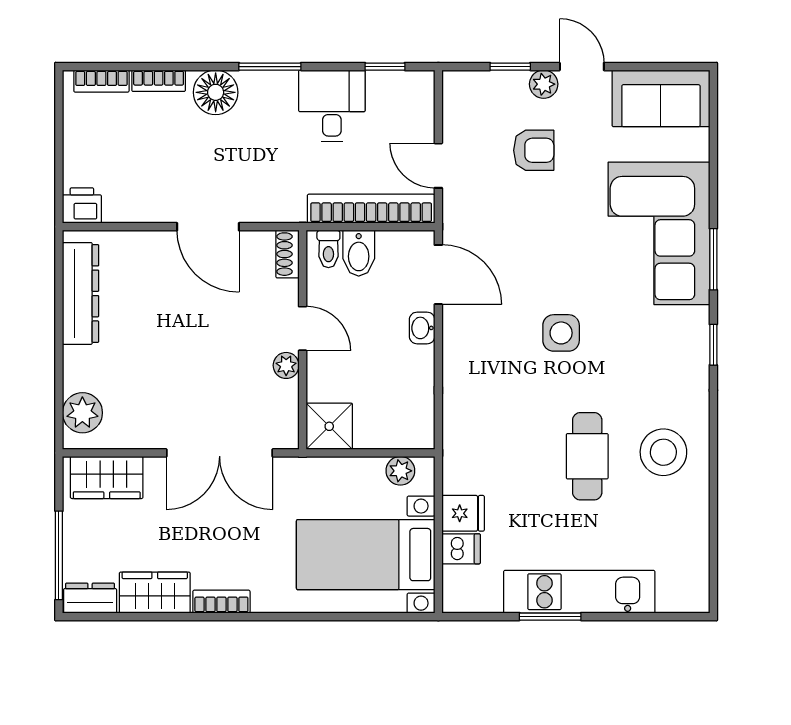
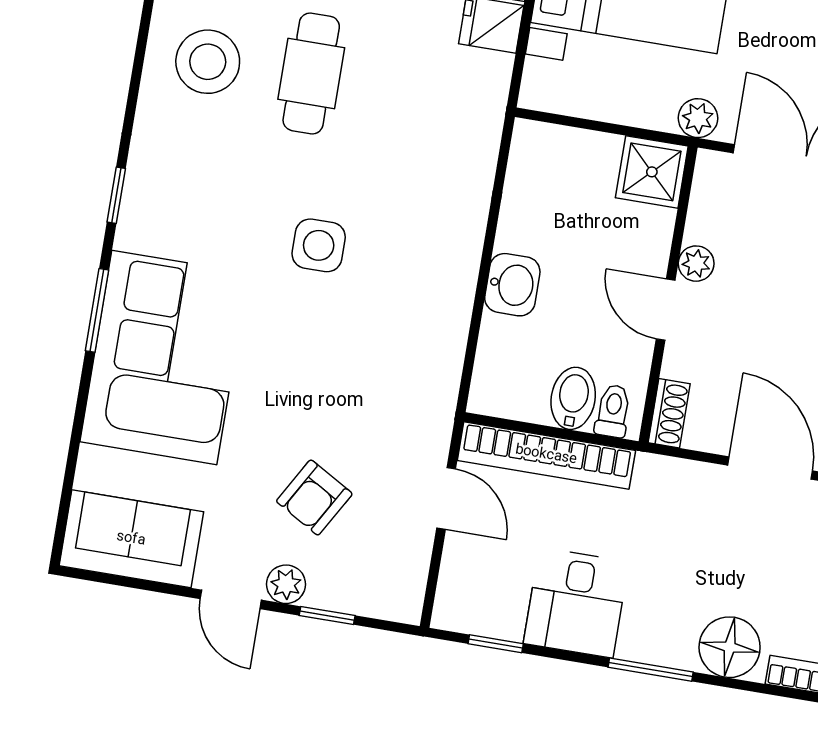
armchair: (534, 150) -> (314, 497), turned -60
door: (438, 275) -> (471, 352), removed
washbasin: (422, 328) -> (512, 285), width x1.38, depth x1.45
plant: (400, 471) -> (698, 118), moved

